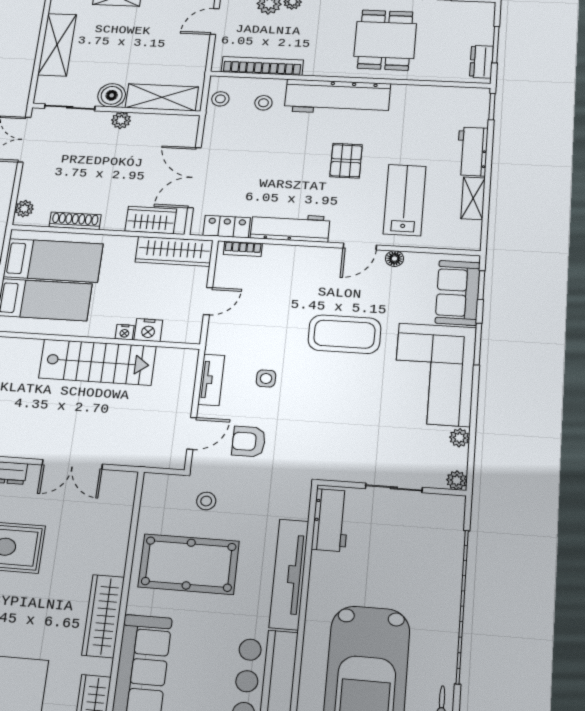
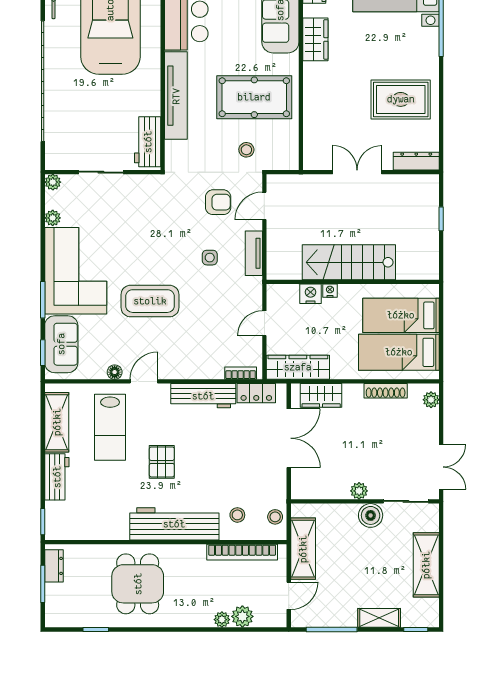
shelving: (162, 97) -> (303, 549), moved, turned 90
shelving: (473, 198) -> (57, 422), width x1.50, depth x1.33
wardrobe: (103, 616) -> (315, 39), width x0.67

